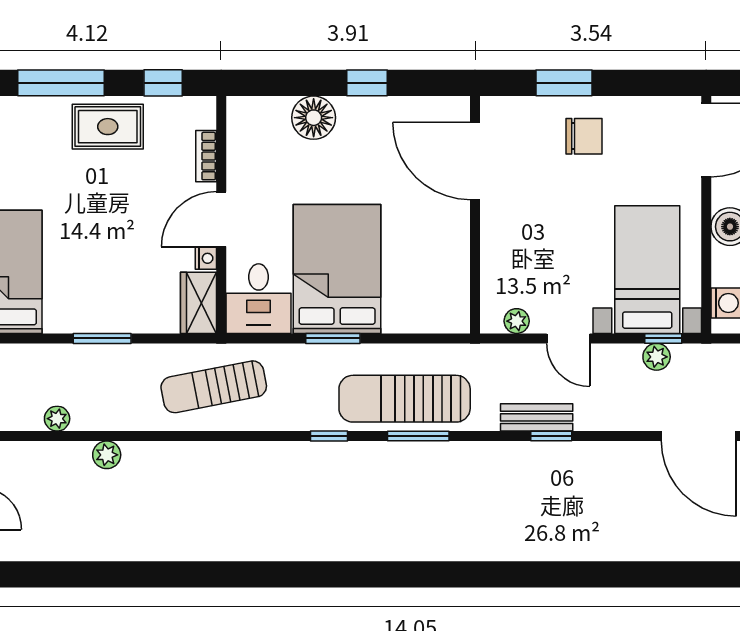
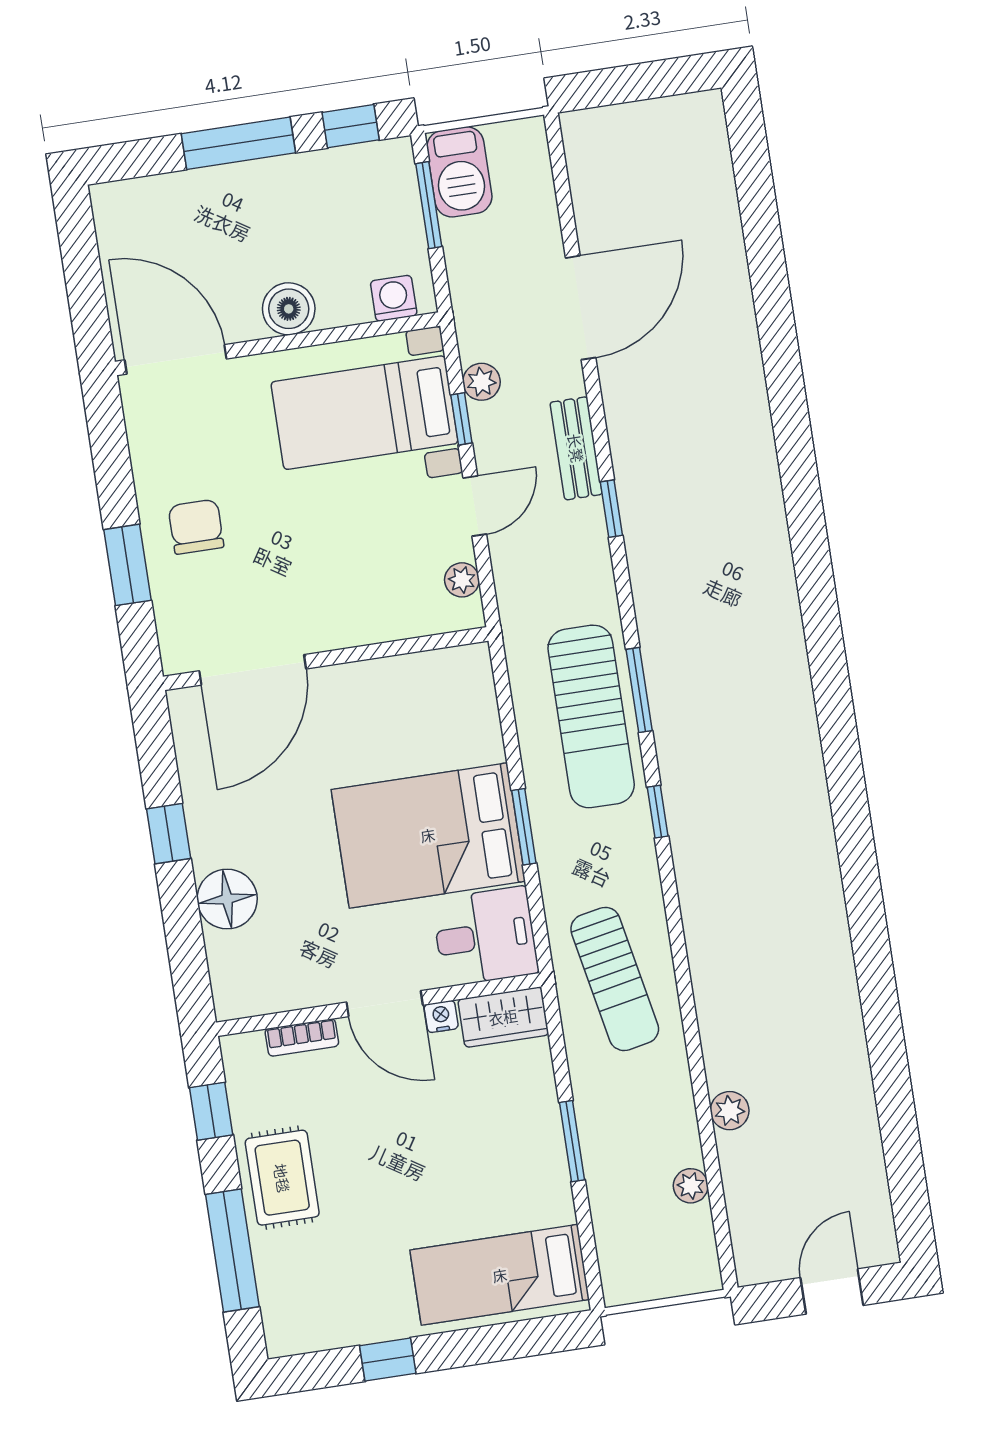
window: (663, 338) -> (461, 419), moved
bench: (537, 417) -> (576, 448), moved

